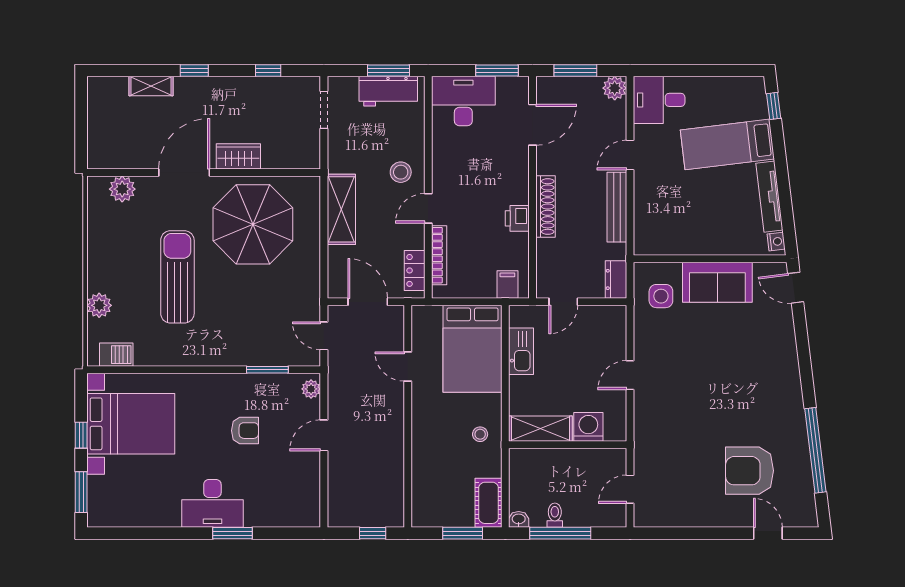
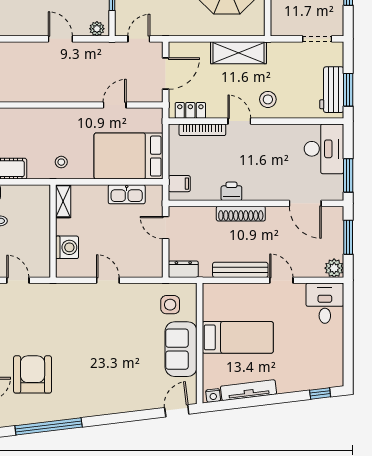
bed: (727, 144) -> (238, 337), moved, turned 97
shelving: (540, 429) -> (63, 201), width x0.67, depth x0.75

